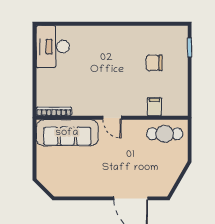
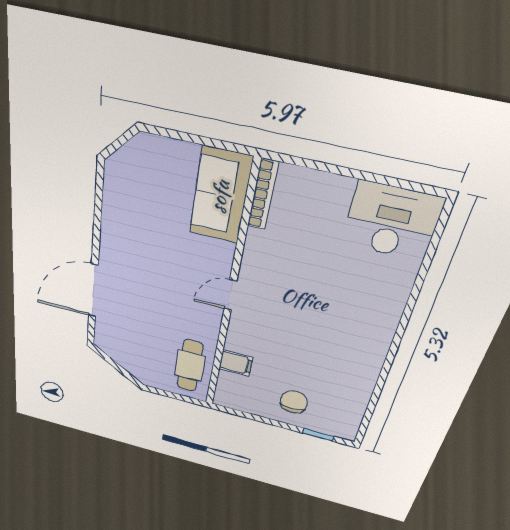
chair: (154, 63) -> (294, 402), moved
sofa: (67, 133) -> (220, 196), width x0.73

